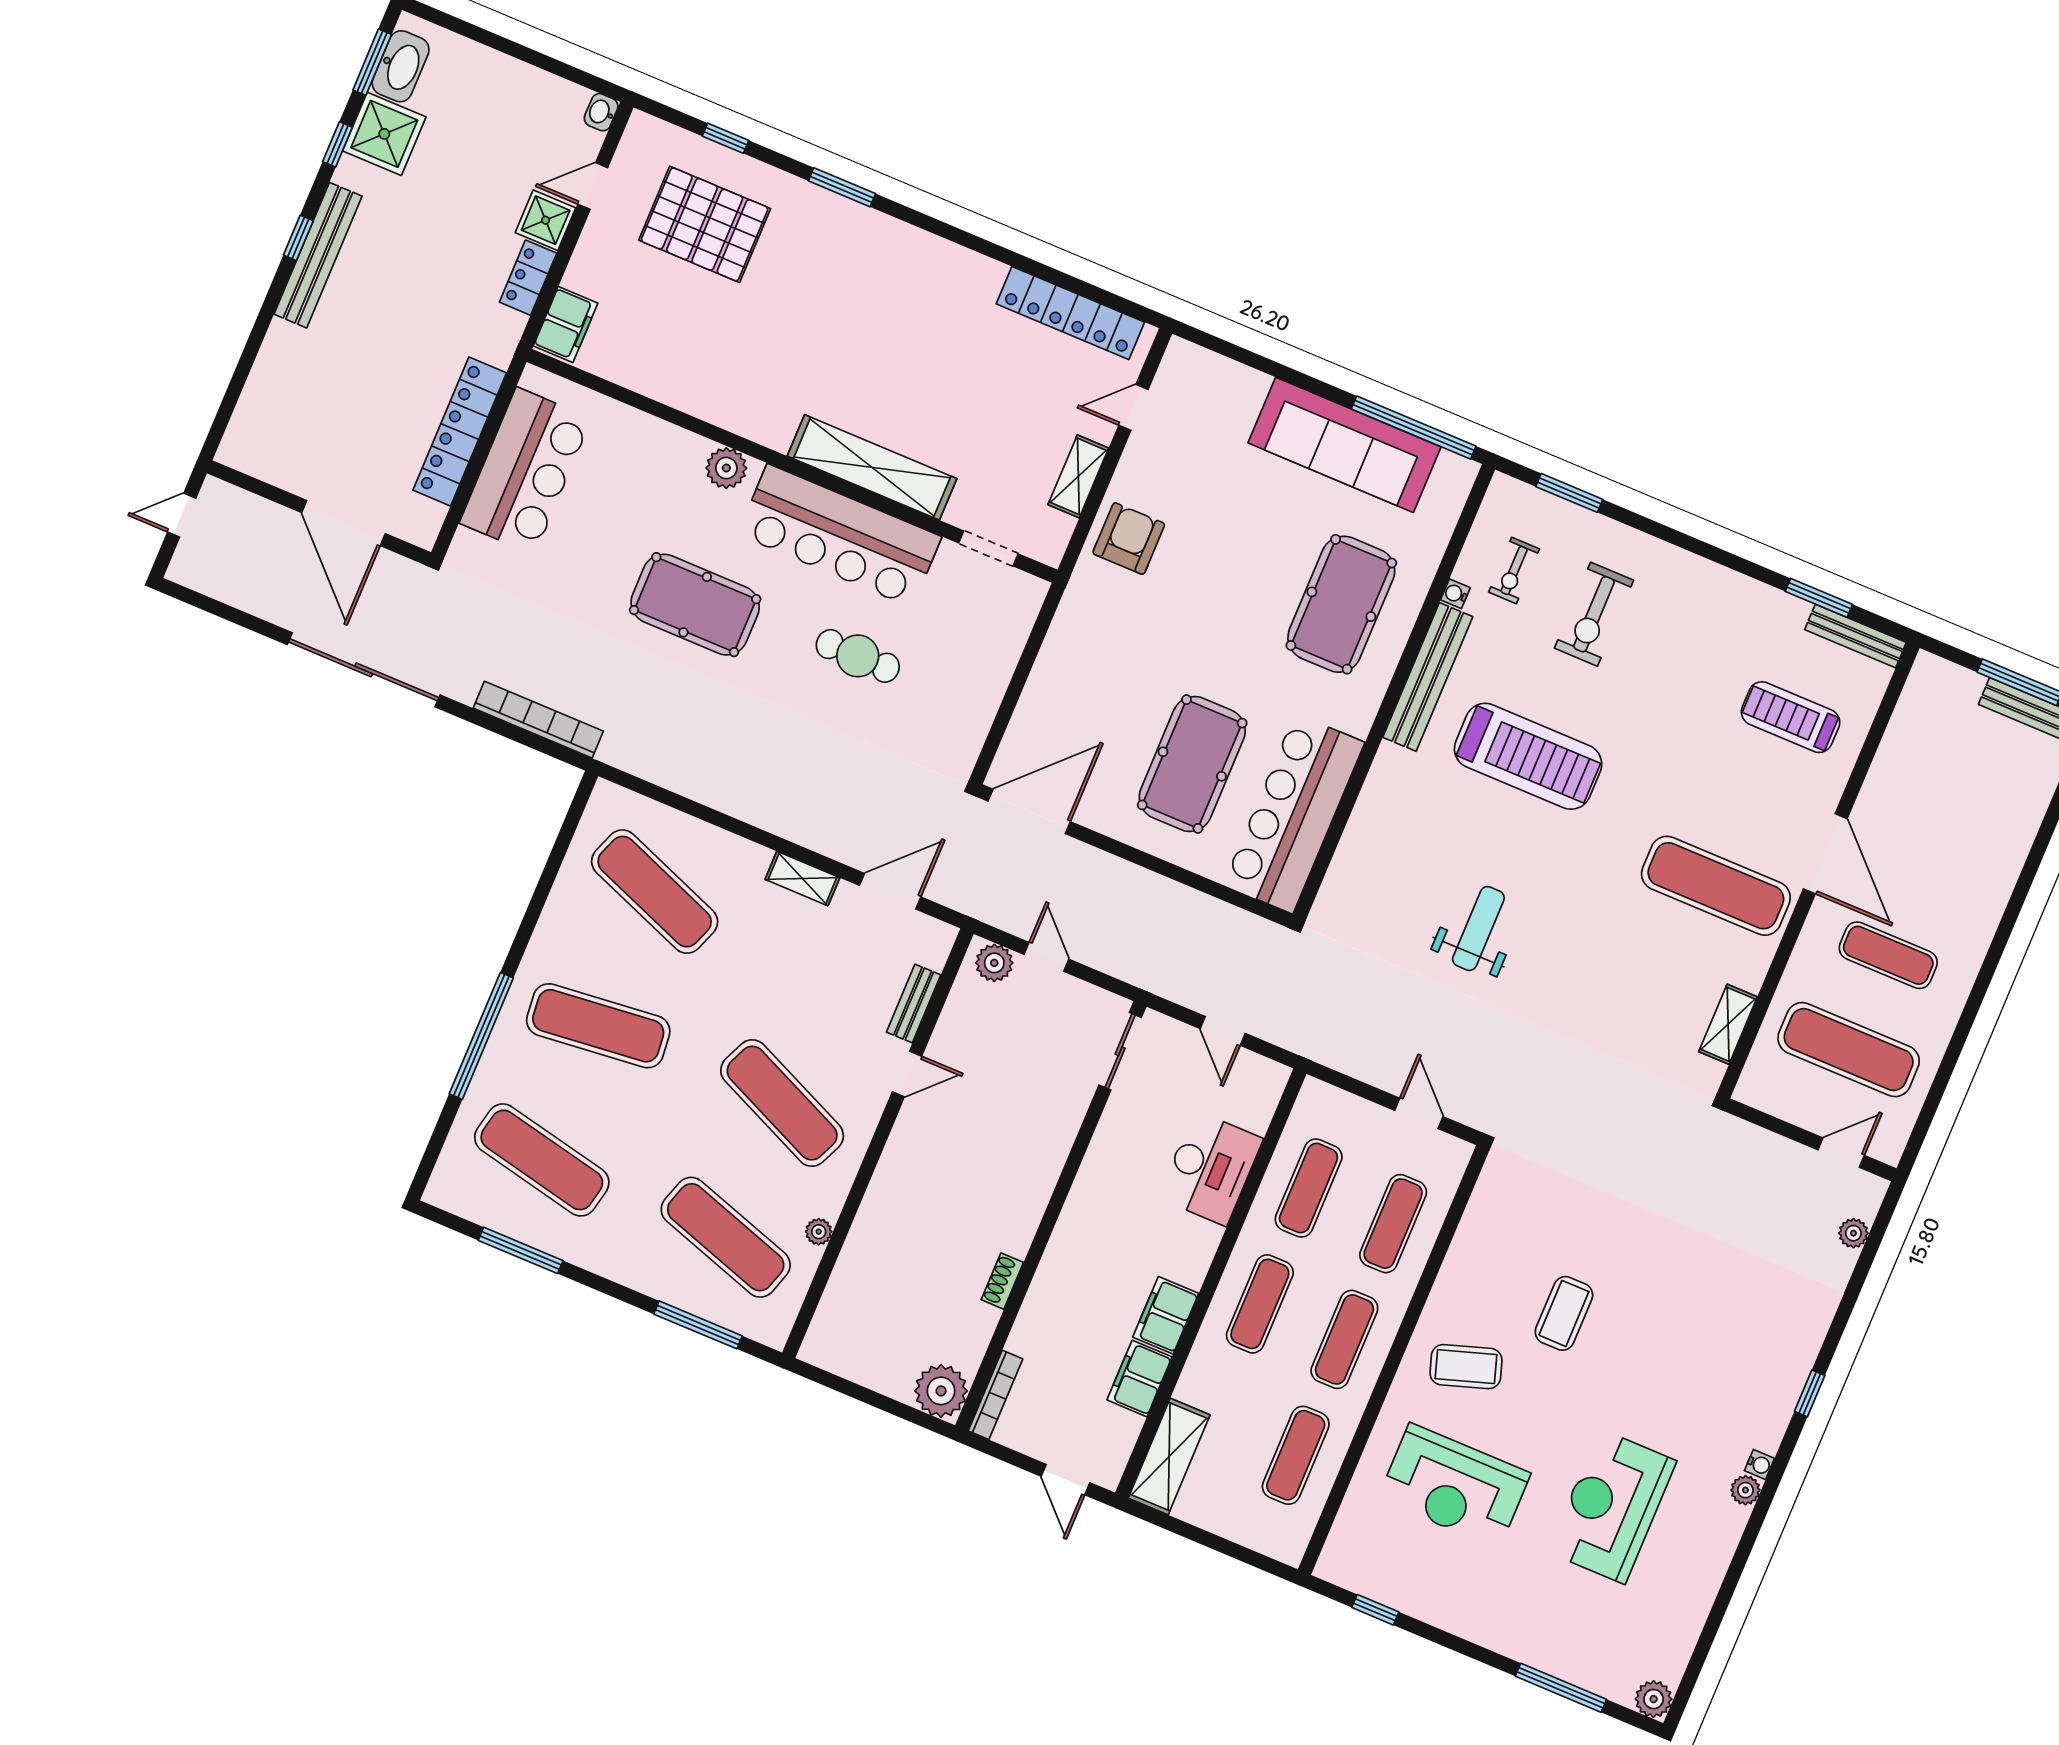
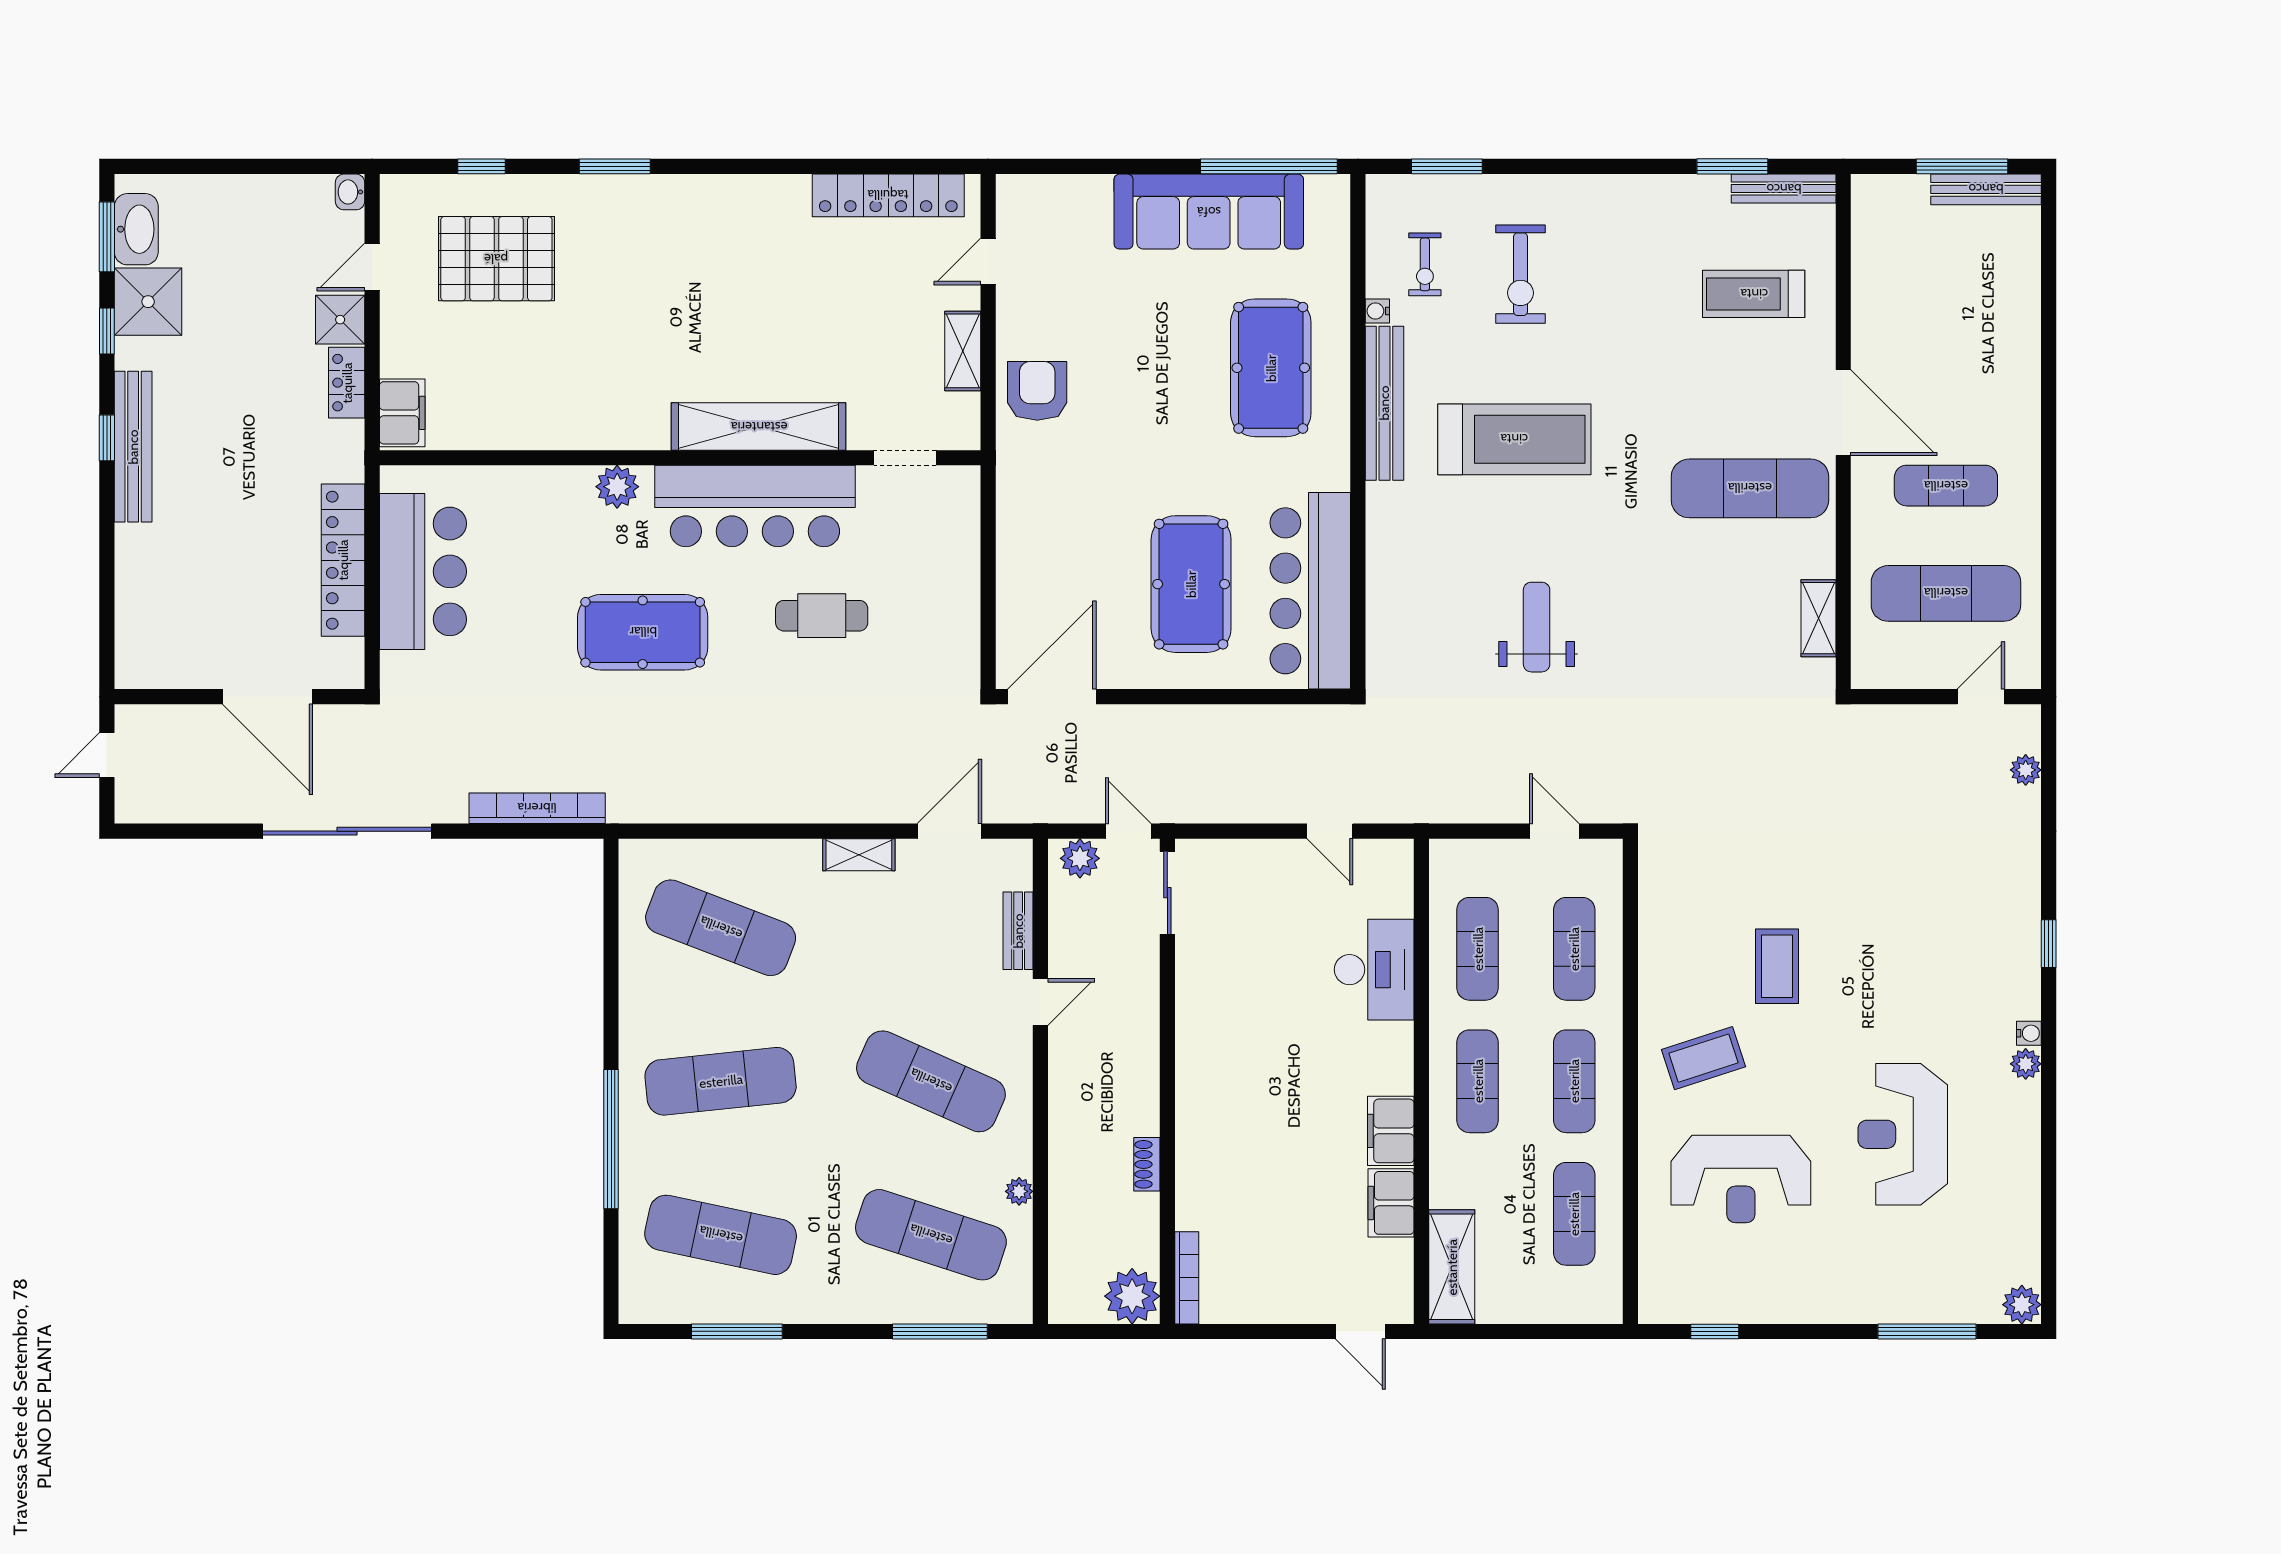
sliding door: (1120, 1051) -> (1167, 893), moved
wall: (1051, 1216) -> (1167, 1081), moved
shoe rack: (1002, 1281) -> (1147, 1164), moved
plant: (941, 1391) -> (1132, 1296), moved
bookcase: (995, 1395) -> (1187, 1278), moved

